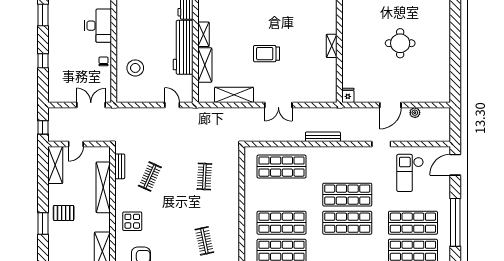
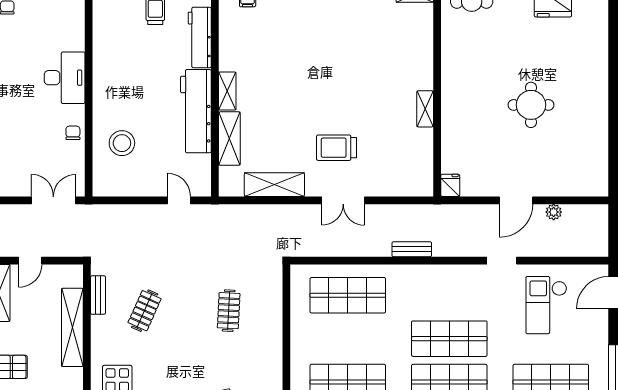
trolley: (267, 54) -> (336, 148), moved
bench: (323, 137) -> (412, 249), width x0.73

